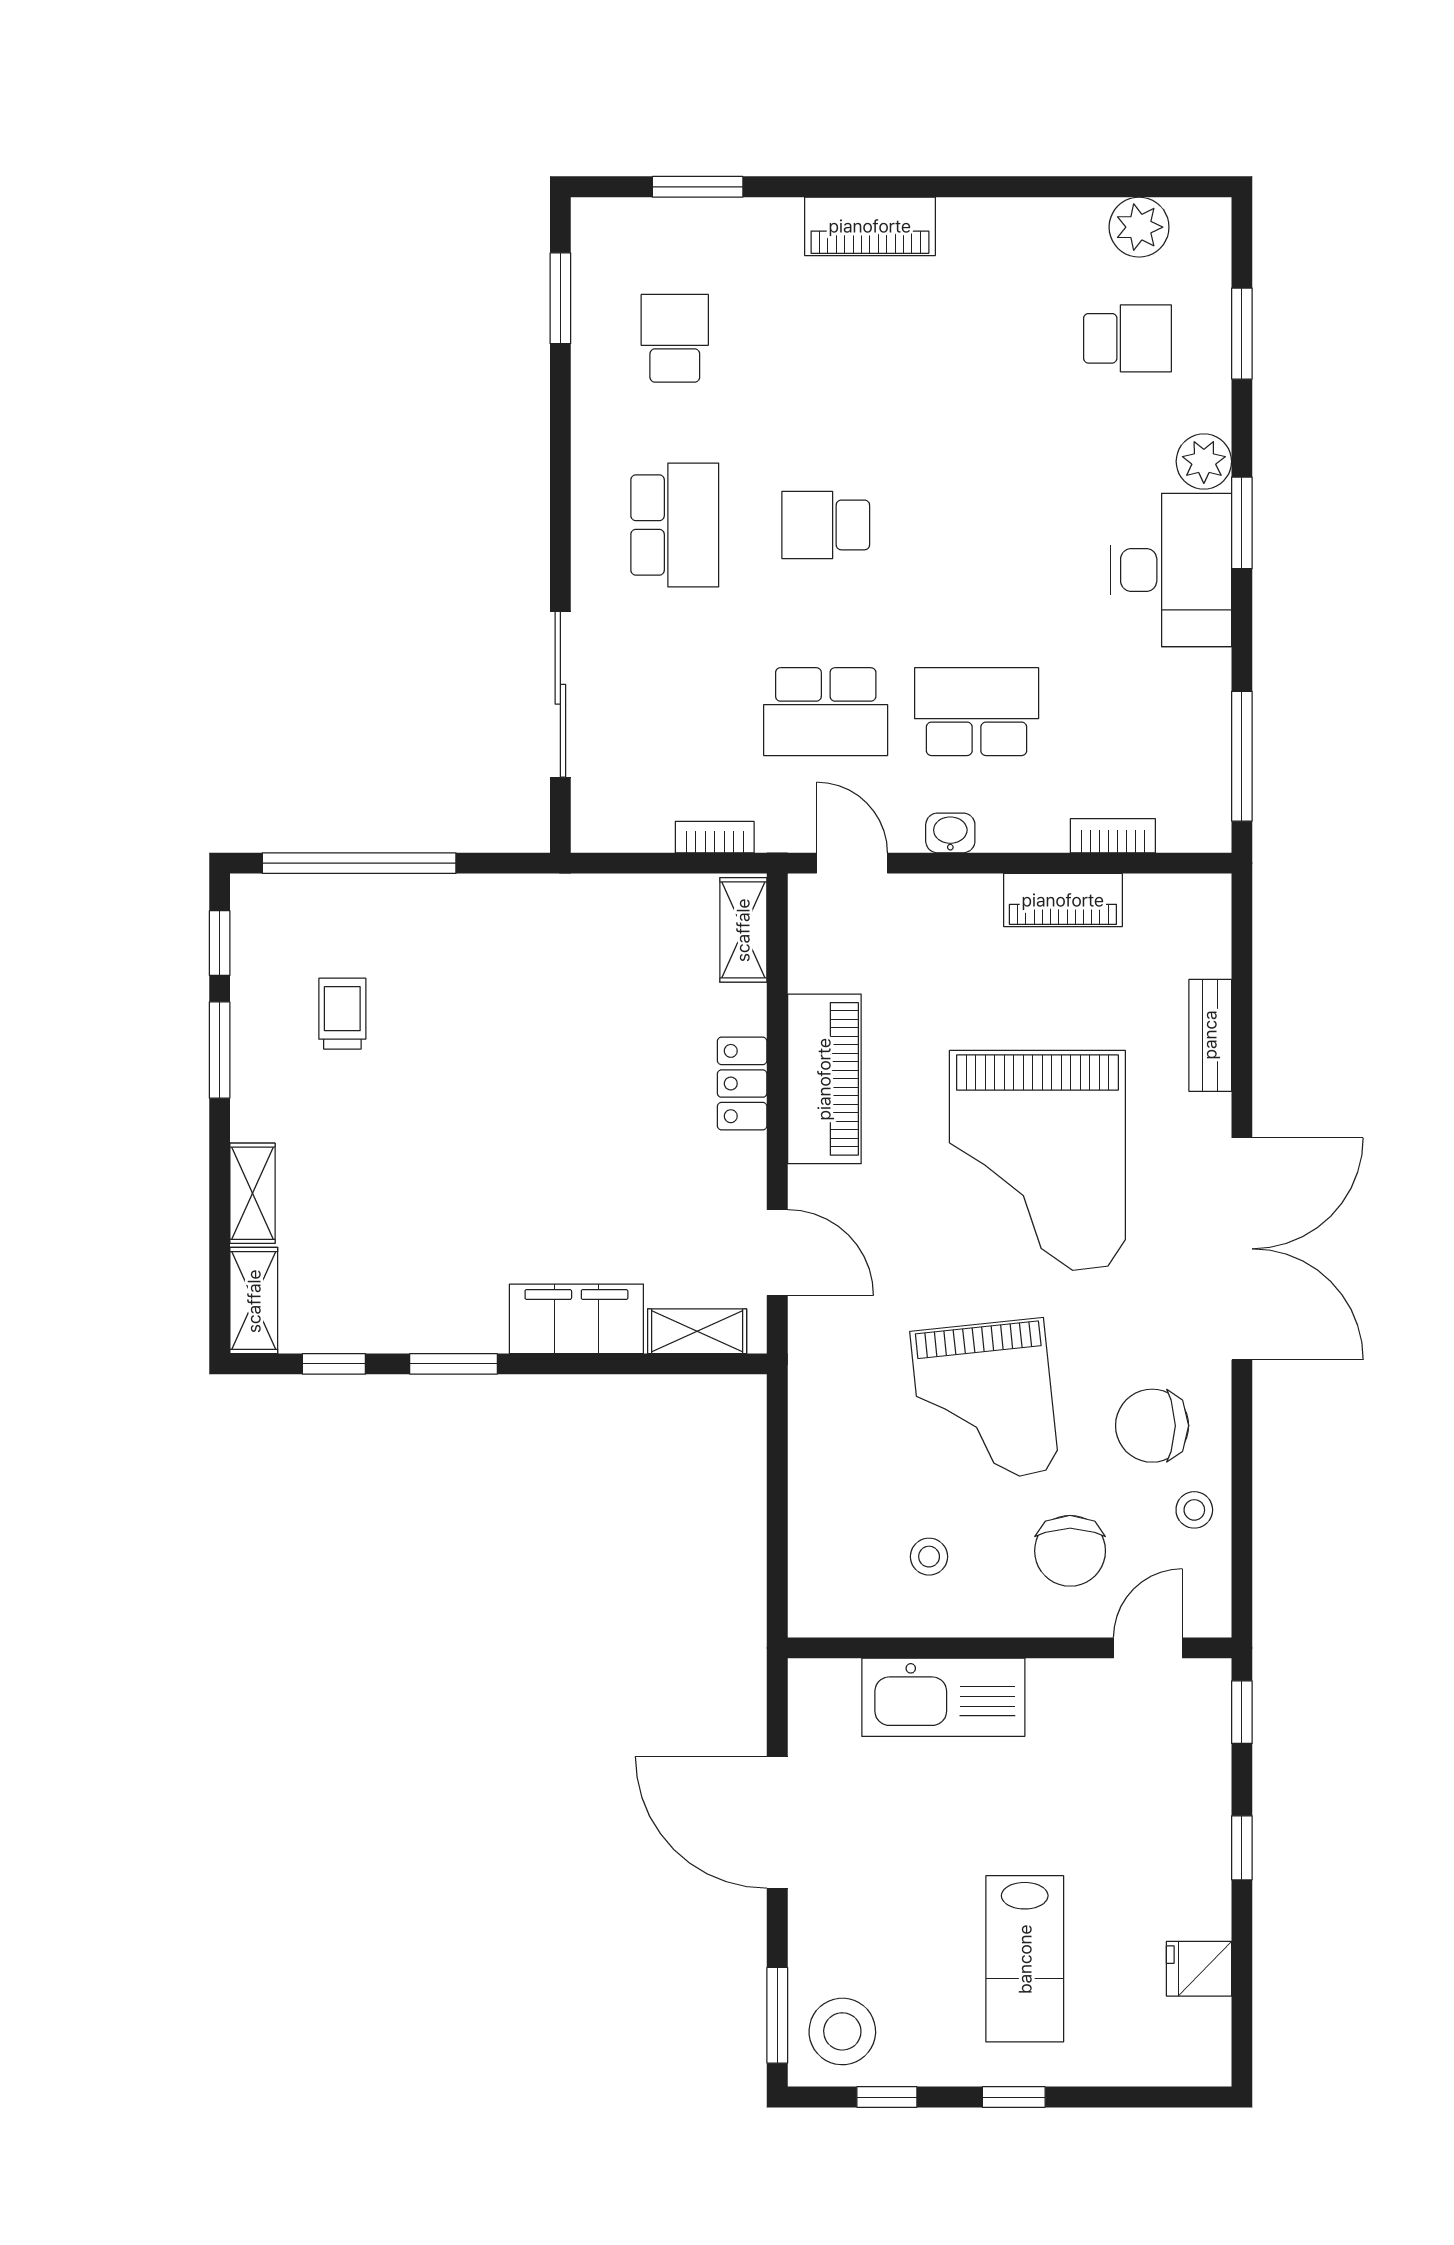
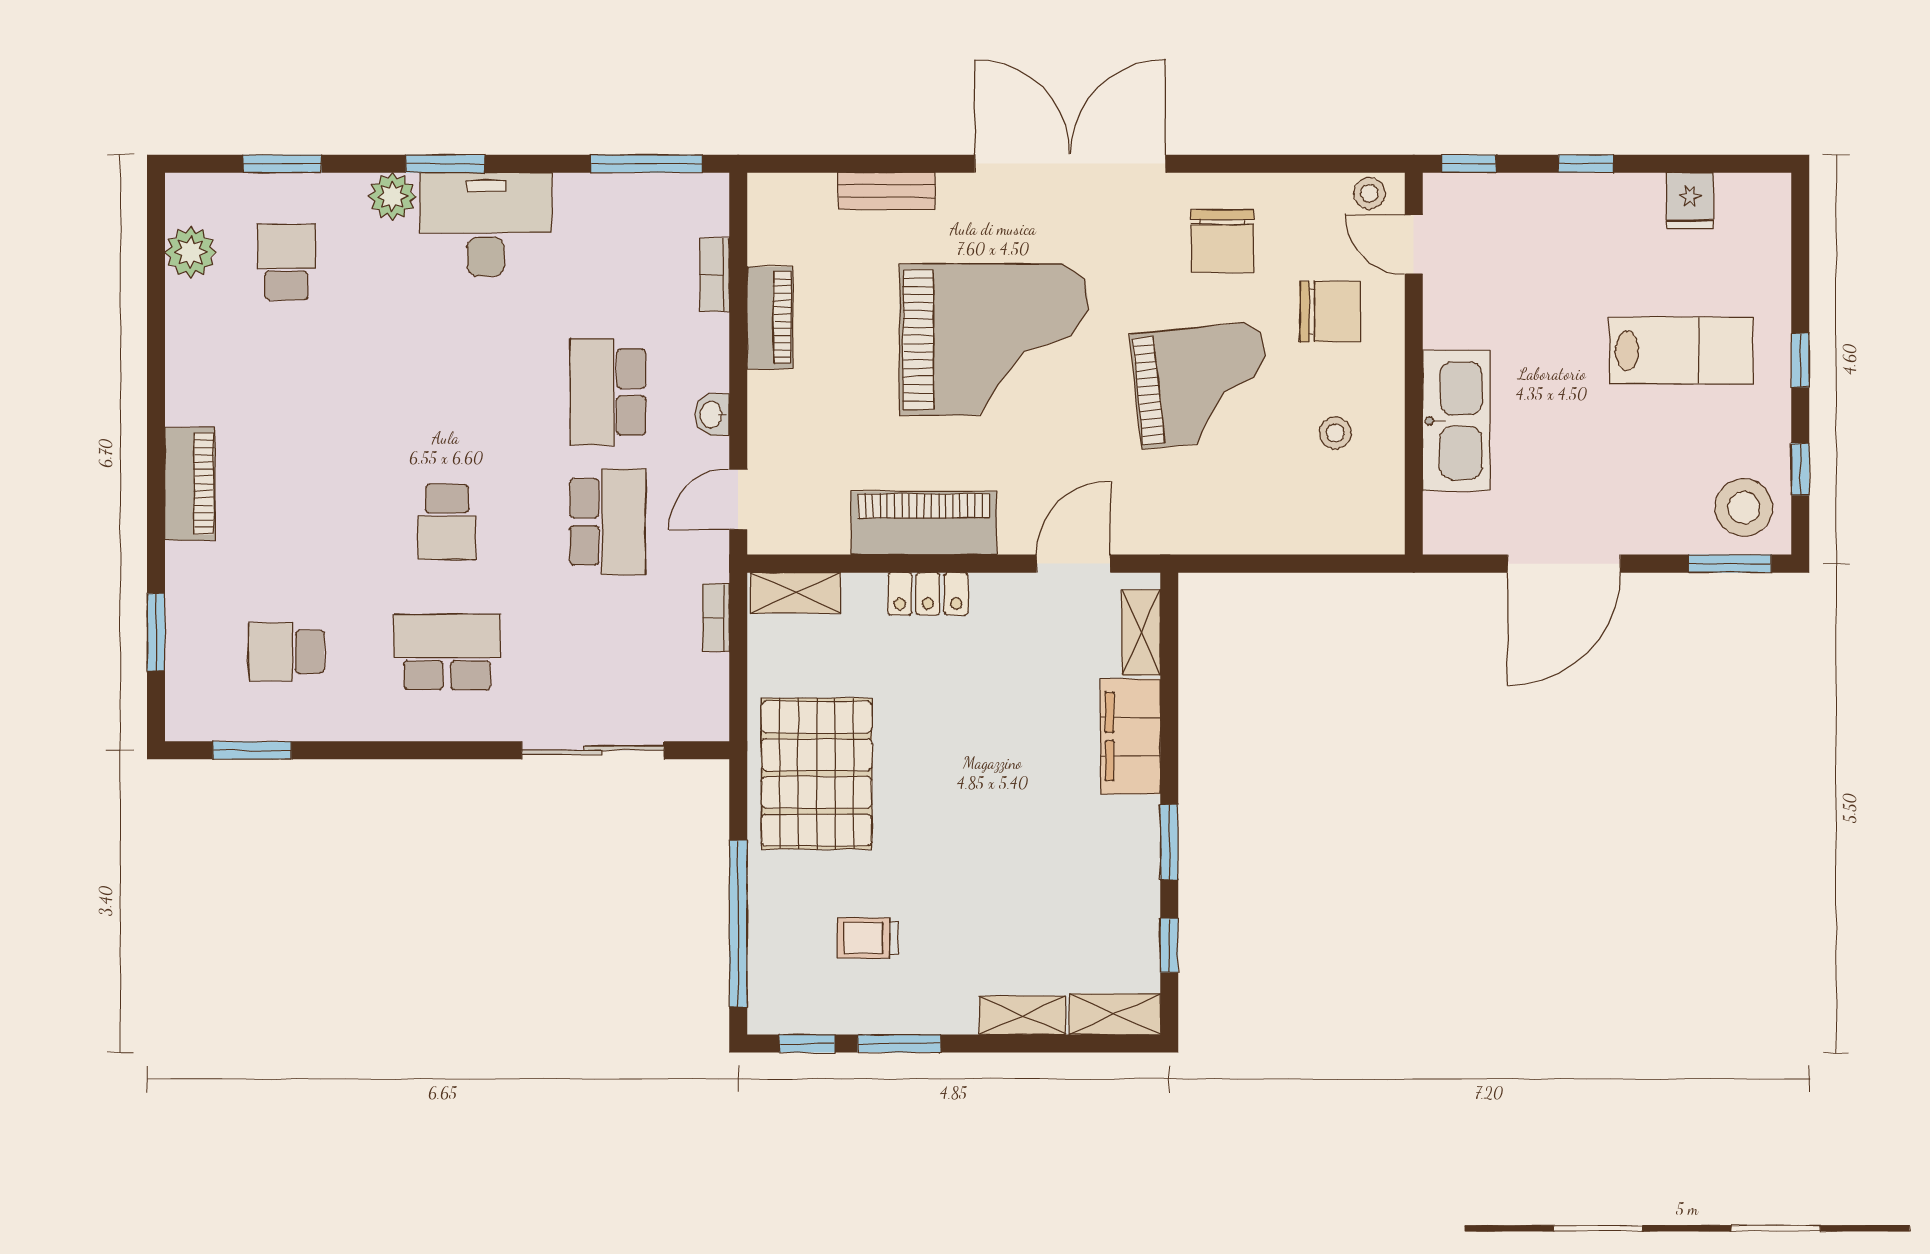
pallet: (533, 954) -> (817, 774), added
stool: (1194, 1510) -> (1369, 193), moved

